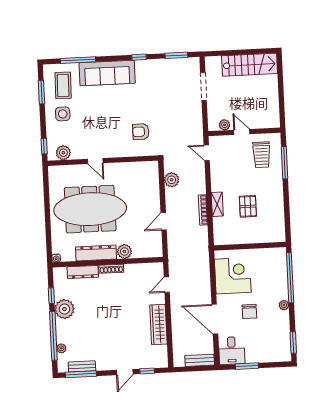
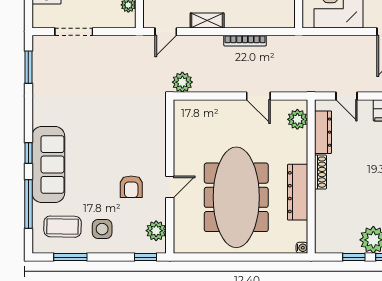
window: (139, 57) -> (28, 153), moved
armchair: (141, 132) -> (131, 187), moved
plant: (172, 180) -> (182, 82), moved
shelving: (217, 204) -> (207, 20), moved
plant: (124, 252) -> (297, 119), moved
dresser: (83, 272) -> (323, 132), moved

